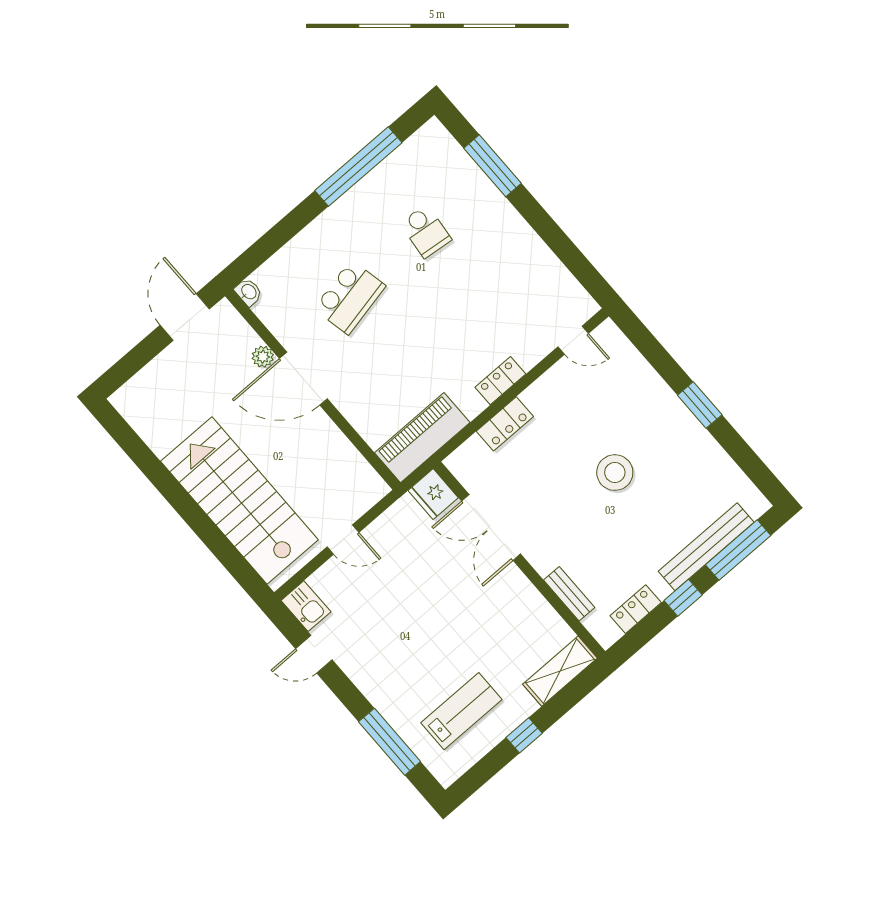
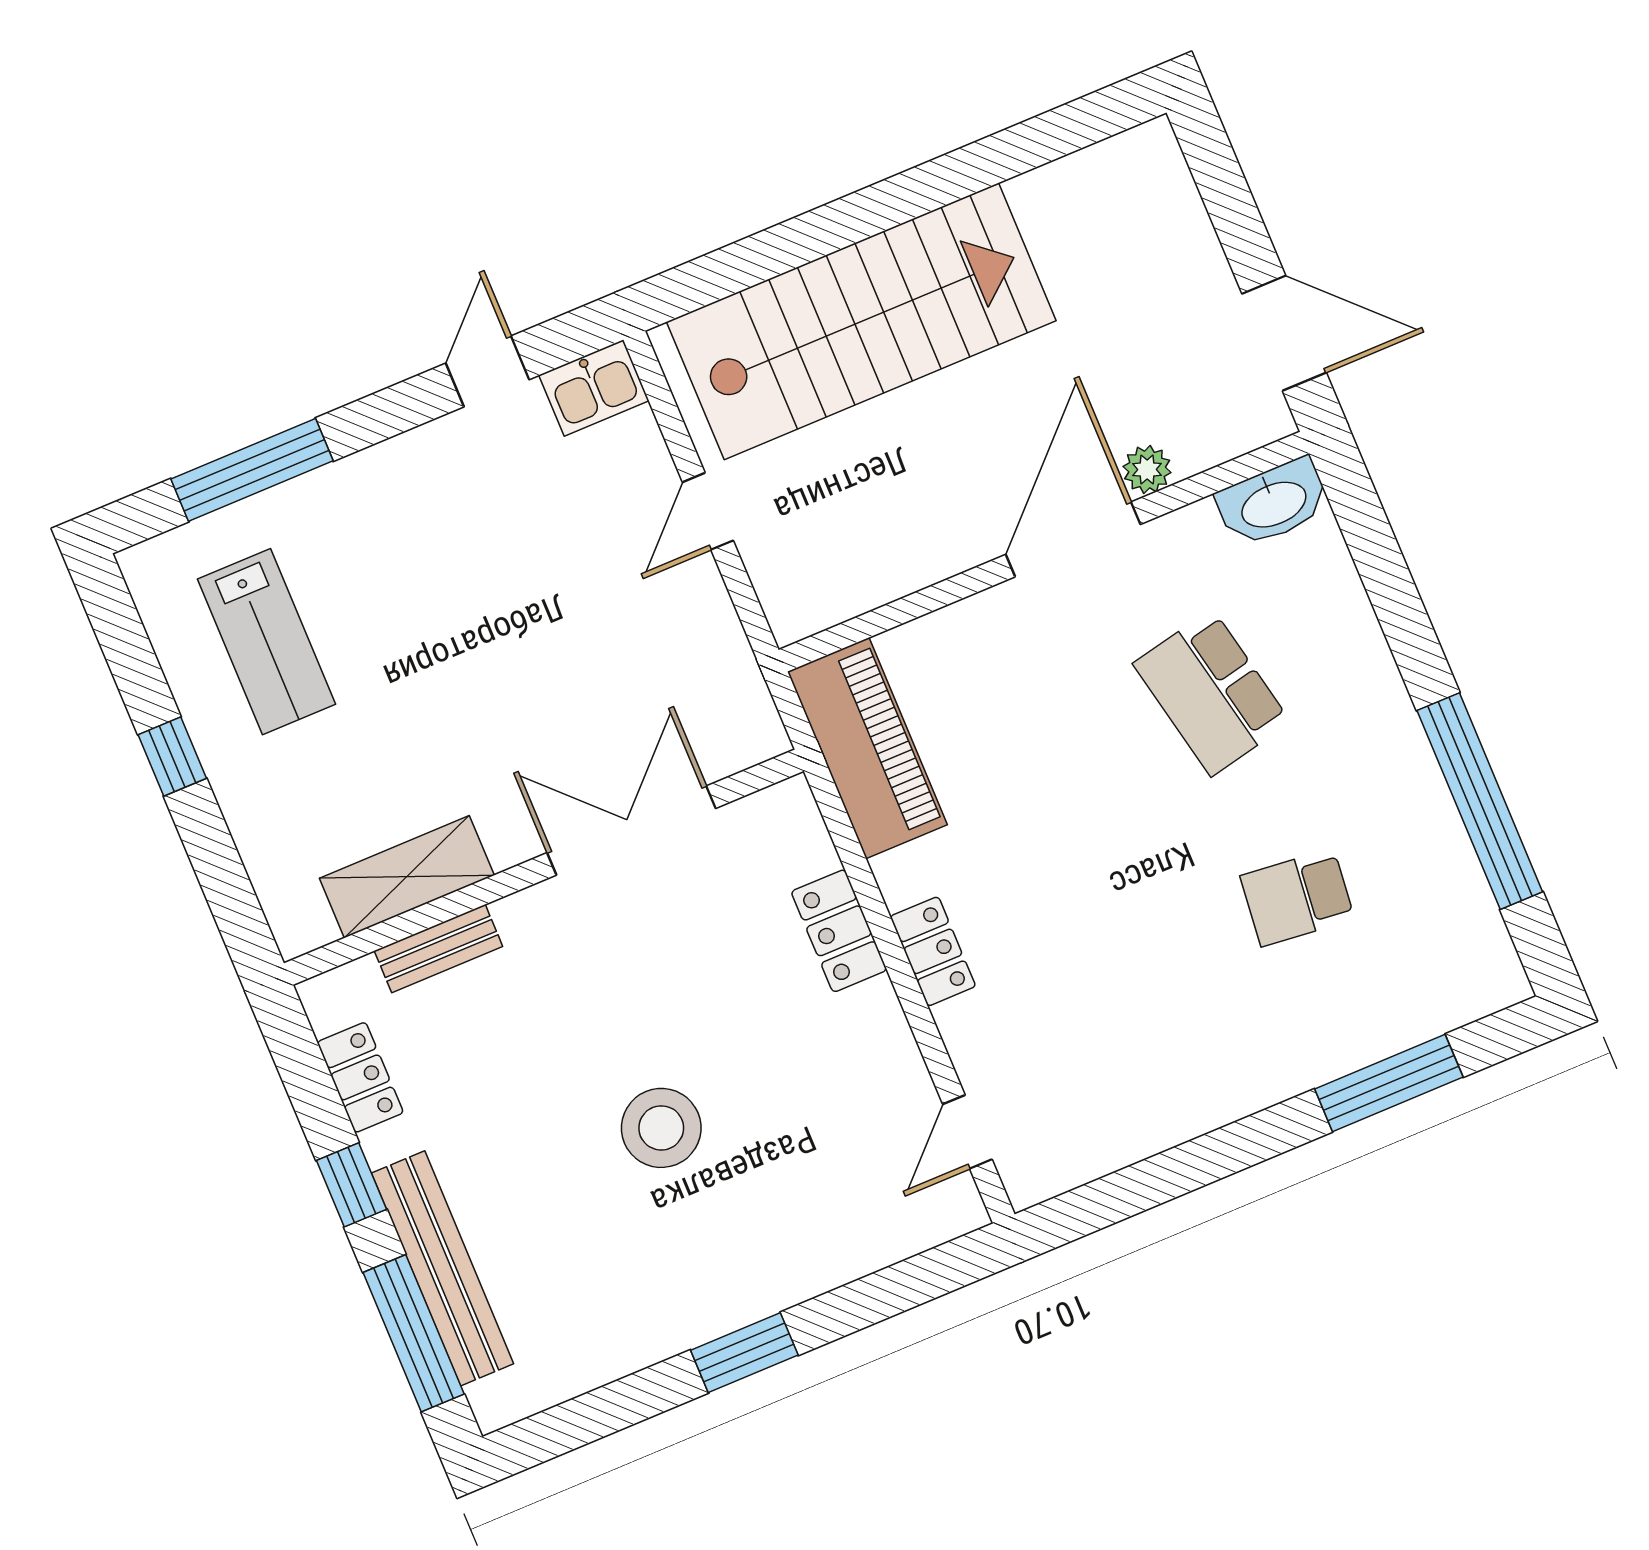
washbasin: (248, 292) -> (1273, 503), width x1.91, depth x1.45
fridge: (433, 494) -> (741, 732), removed
shelving: (560, 671) -> (407, 877), moved, turned 90

